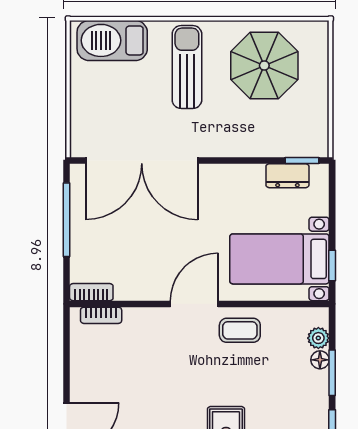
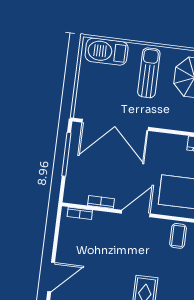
bookcase: (91, 292) -> (101, 202), moved
coffee table: (240, 330) -> (178, 236), moved, turned 90

